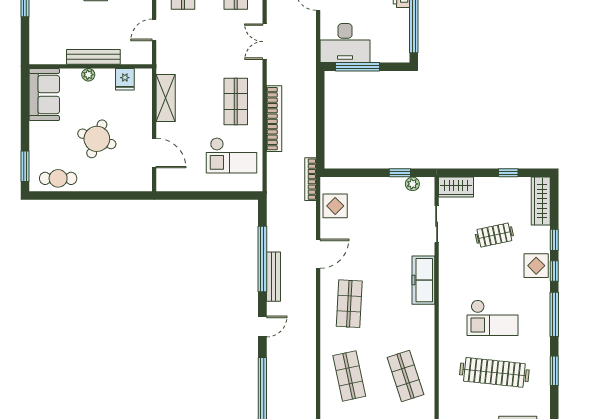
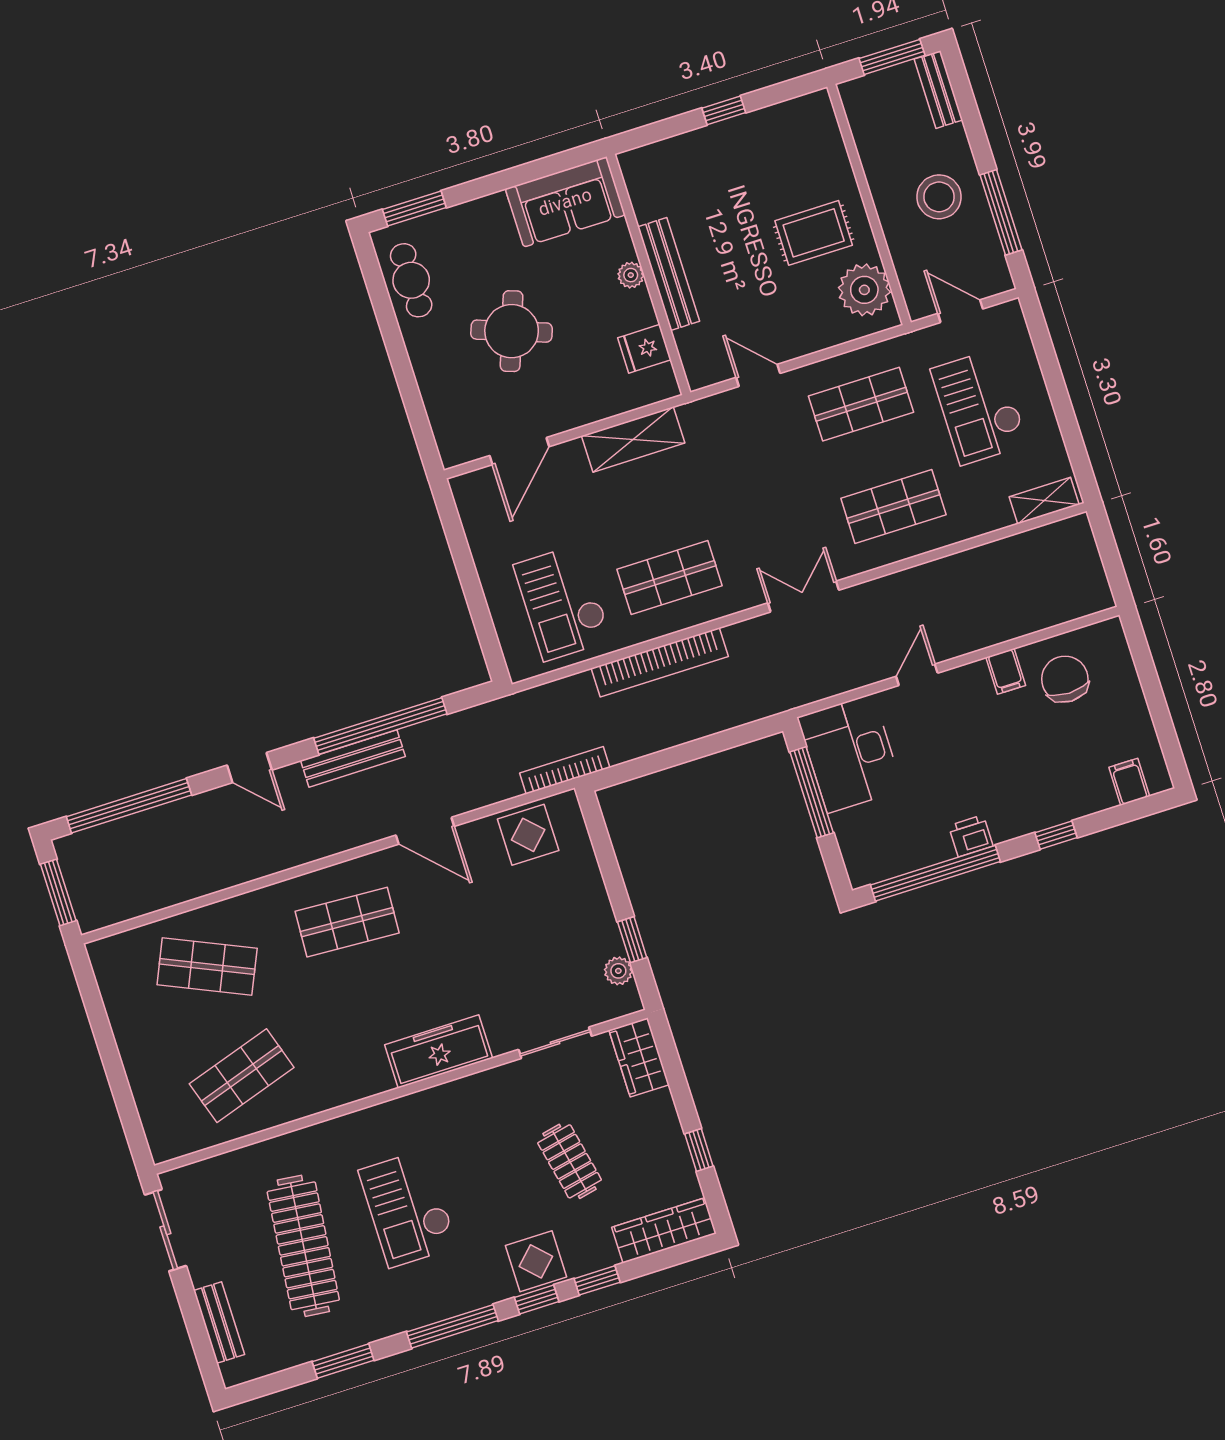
shop shelf: (349, 376) -> (207, 967), turned 36

